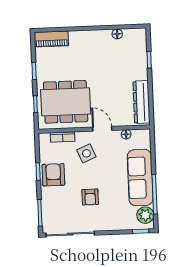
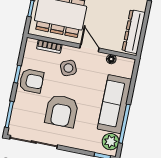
armchair: (53, 175) -> (31, 81), turned 90
armchair: (90, 197) -> (62, 111), width x1.88, depth x1.88

